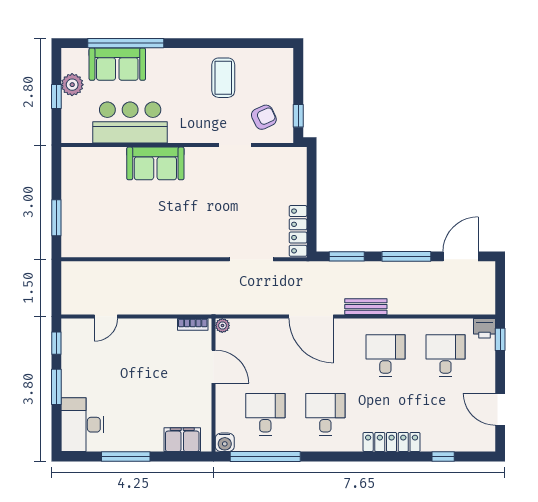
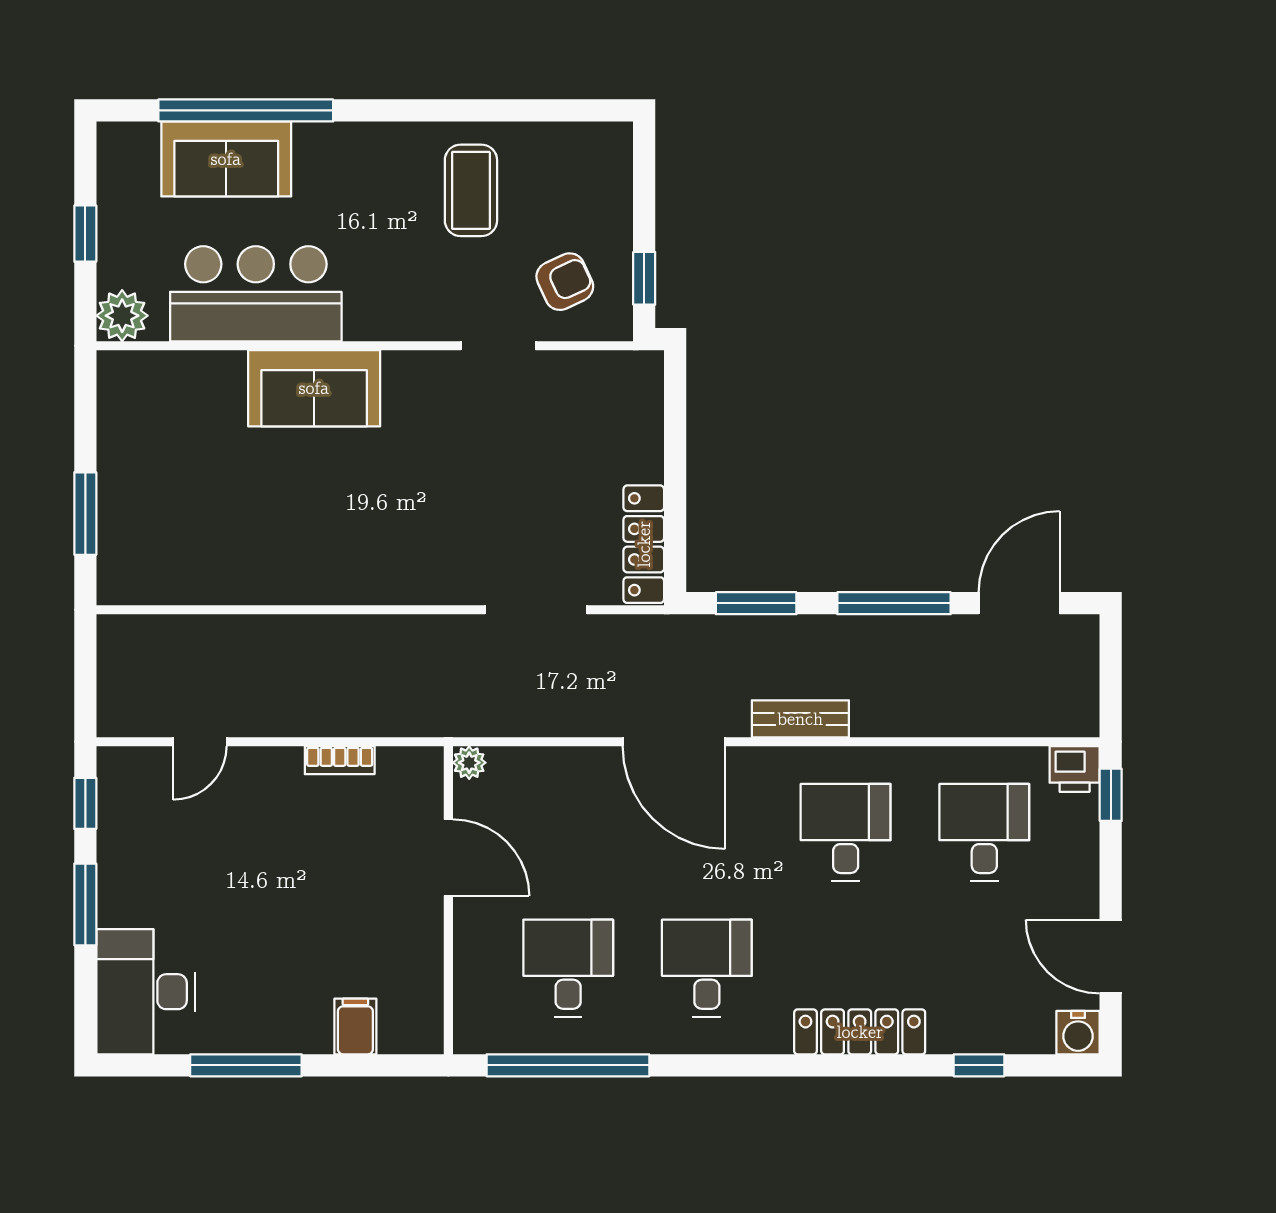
plant: (72, 85) -> (122, 316), moved
bookcase: (193, 324) -> (340, 760), moved
filing cabinet: (182, 440) -> (355, 1026), width x0.50
water cooler: (225, 442) -> (1078, 1033), moved

